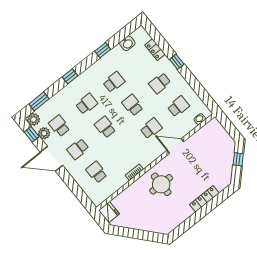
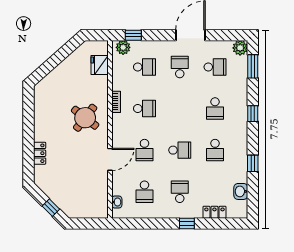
school desk: (105, 127) -> (144, 109), moved
plant: (44, 133) -> (123, 47), moved
window: (32, 134) -> (133, 35), moved
round table: (161, 184) -> (85, 118), turned 38
locker: (204, 199) -> (40, 153), width x0.66
fridge: (109, 212) -> (100, 65), moved, turned 90

